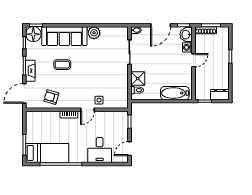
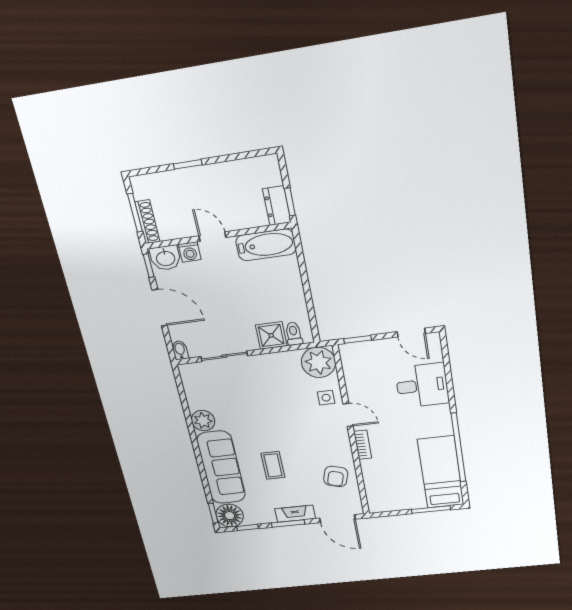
bathtub: (175, 93) -> (266, 245), moved, turned -90
dresser: (220, 95) -> (277, 206), moved
plant: (120, 100) -> (318, 362), added

